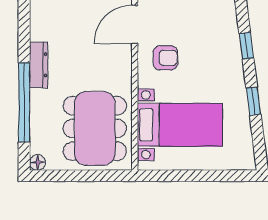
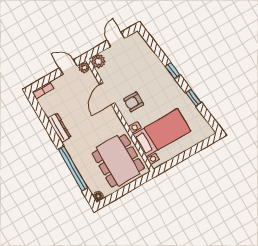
armchair: (165, 58) -> (134, 102), turned 180
dresser: (39, 65) -> (59, 128), moved

